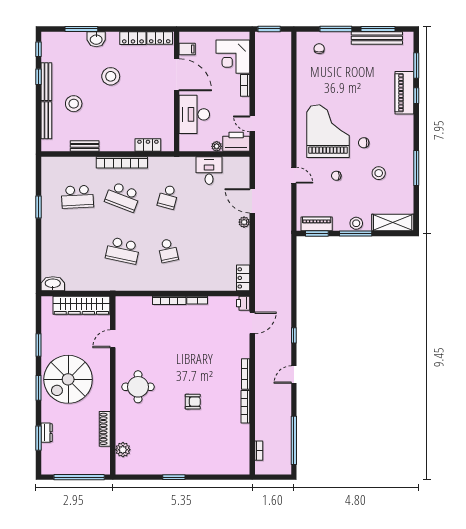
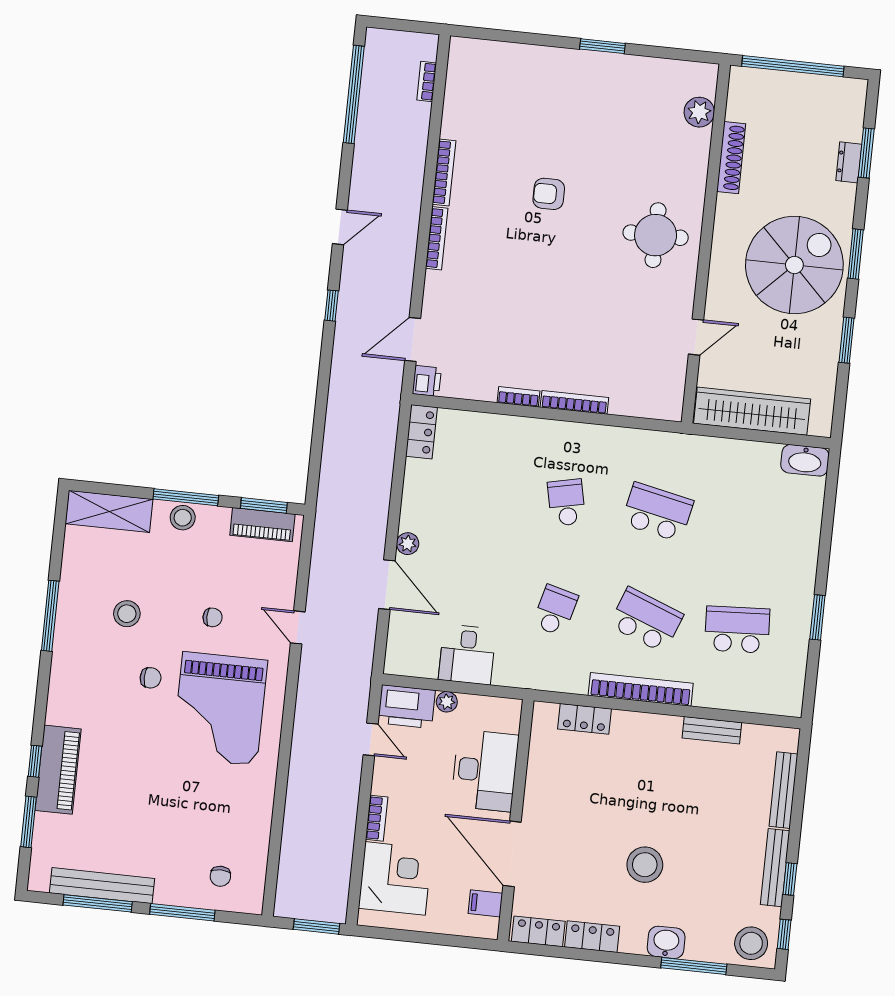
stool: (74, 104) -> (751, 943), moved

